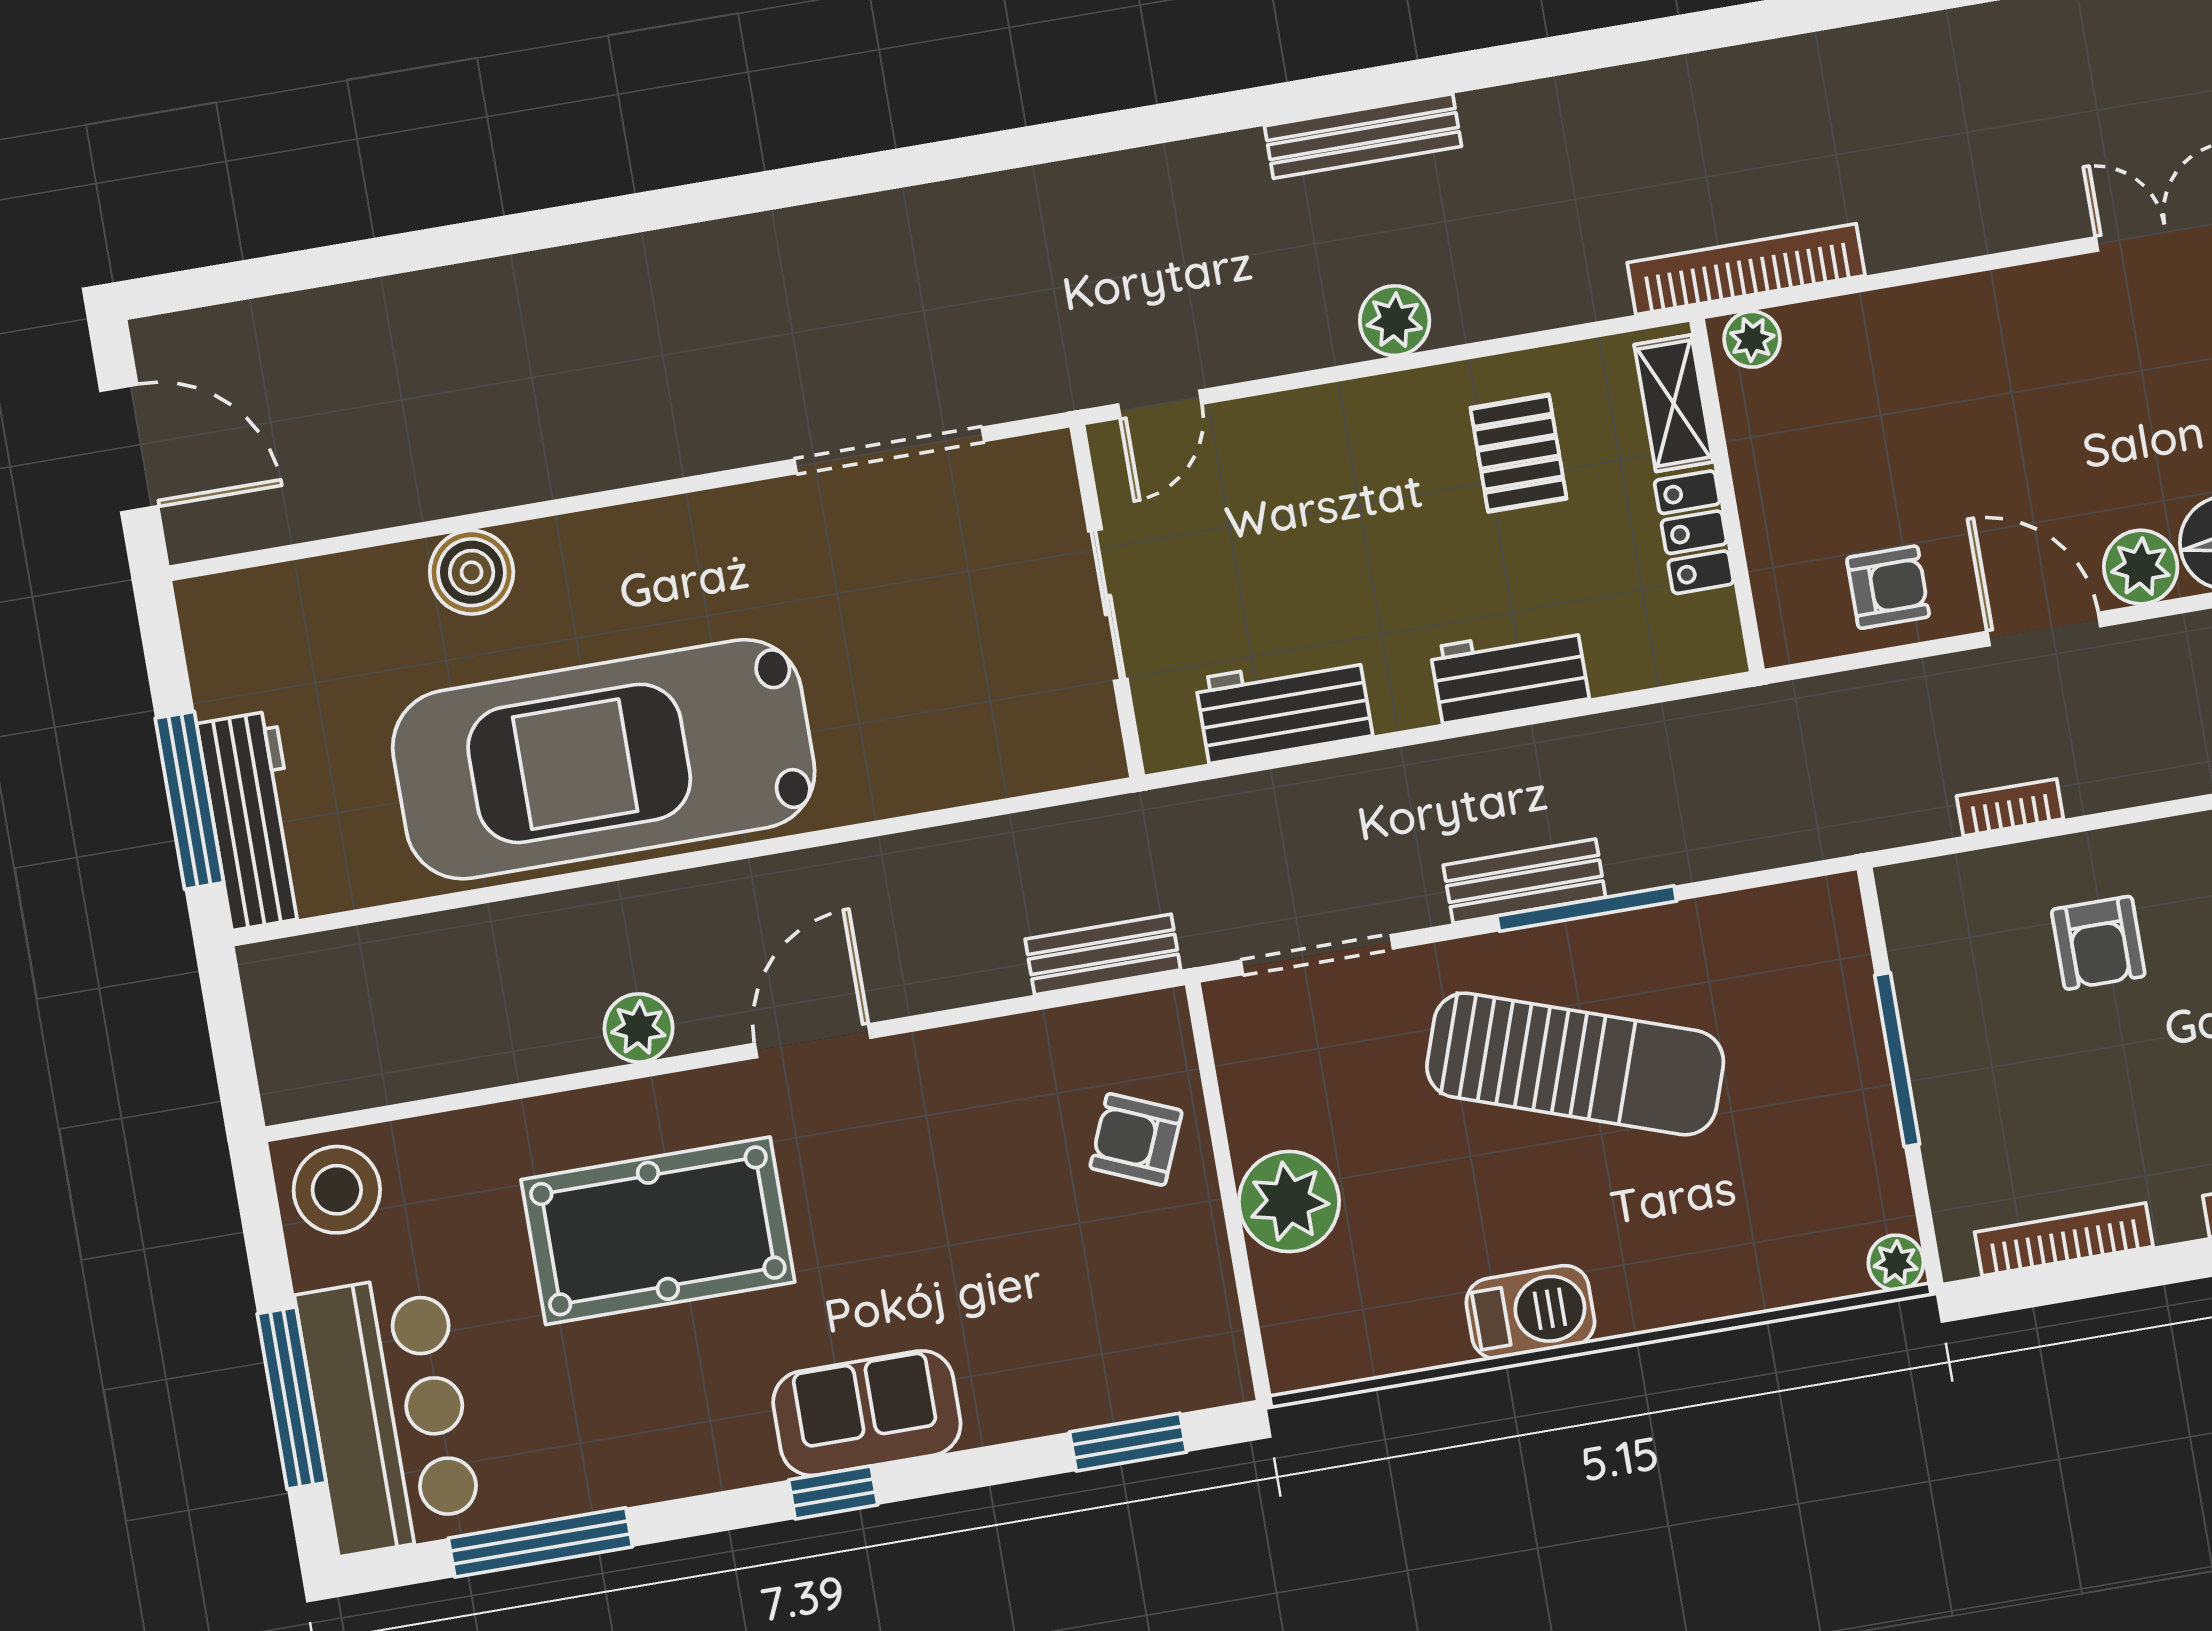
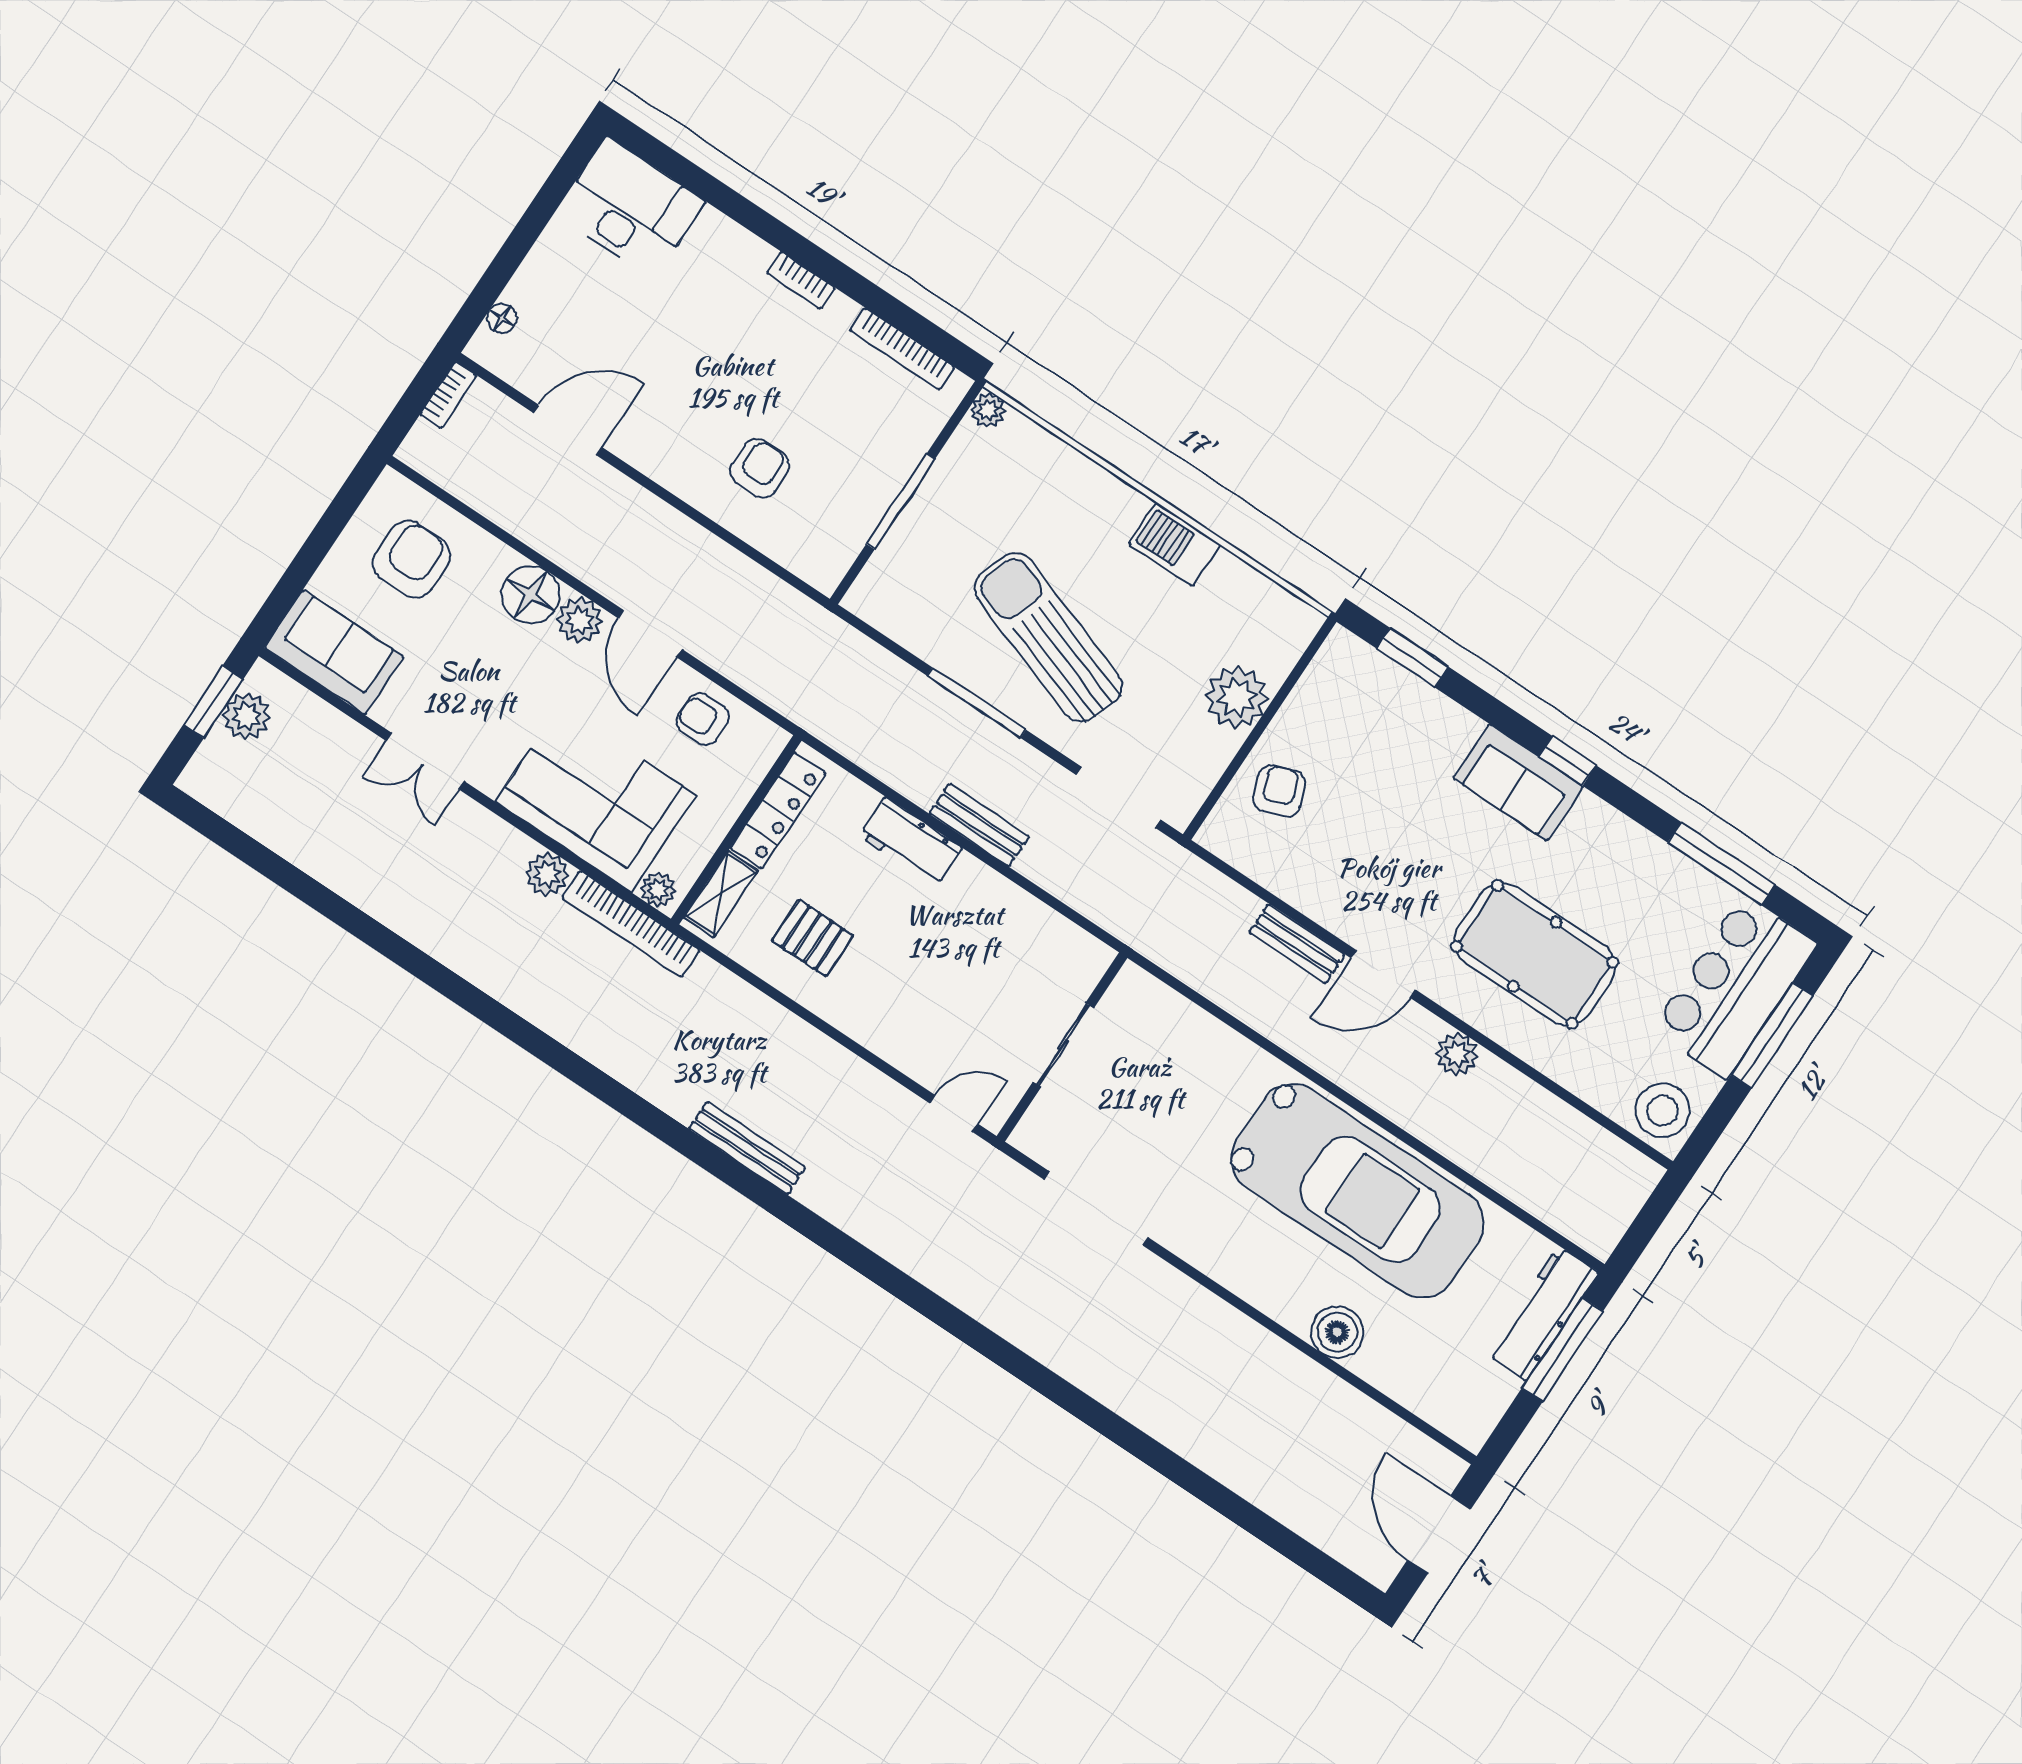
plant: (1395, 321) -> (547, 874), moved
corner sofa: (1926, 377) -> (596, 798), added
pallet: (1519, 453) -> (813, 938), turned 90
locker: (1694, 532) -> (778, 810), width x1.53
workbench: (1284, 707) -> (1028, 923), removed
bookcase: (2010, 807) -> (742, 567), removed
bench: (1524, 881) -> (979, 825), moved
bench: (1103, 954) -> (1297, 944), moved
armchair: (1136, 1139) -> (1279, 791), turned -134

